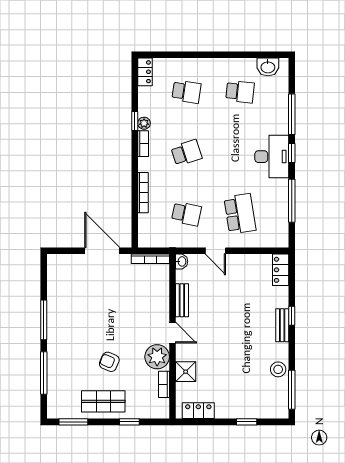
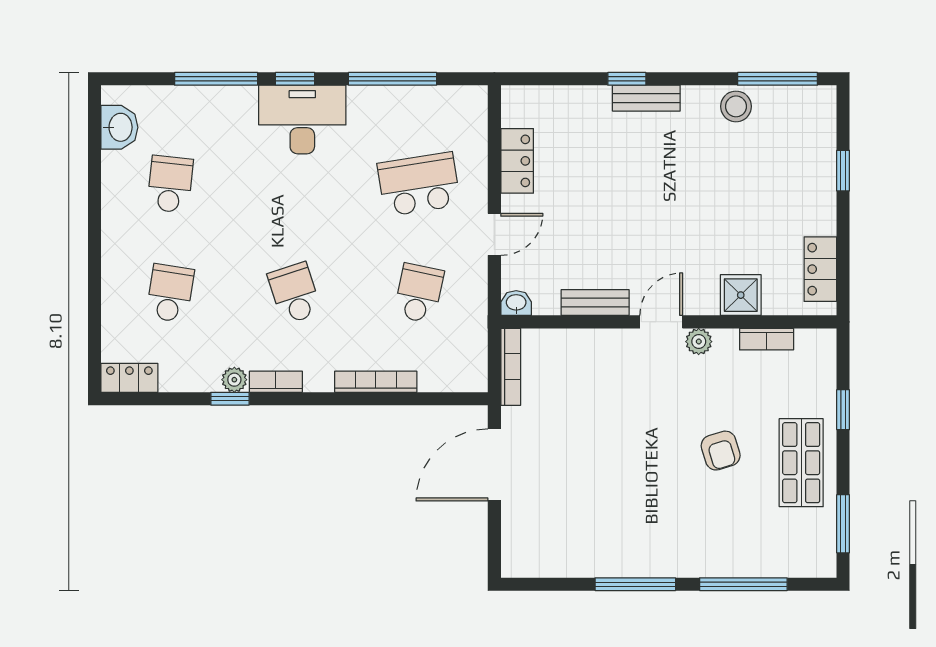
locker: (281, 270) -> (517, 161), moved, turned -90
plant: (157, 357) -> (699, 342), width x0.53, depth x0.53
armchair: (109, 362) -> (721, 451), turned -40

